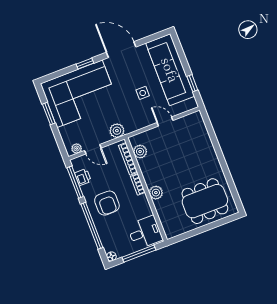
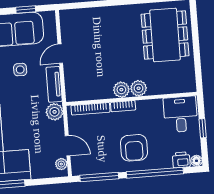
tv unit: (139, 124) -> (54, 84), added
door: (93, 149) -> (68, 146), hinge flipped
plant: (140, 152) -> (121, 90), moved
printer: (83, 177) -> (181, 160), moved
armchair: (107, 203) -> (134, 148), turned 90
window: (139, 254) -> (203, 128), width x0.46

